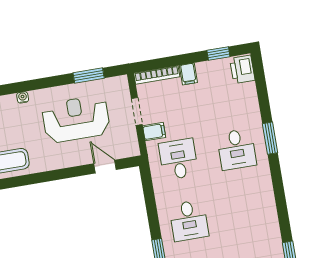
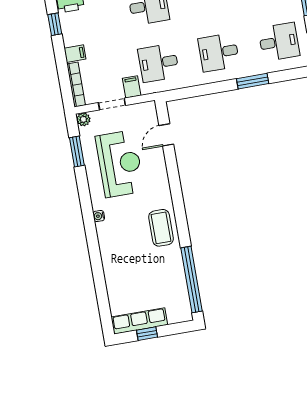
plant: (121, 82) -> (83, 119), added
reception desk: (76, 119) -> (120, 164), turned 180
desk: (189, 221) -> (219, 52), turned 180

